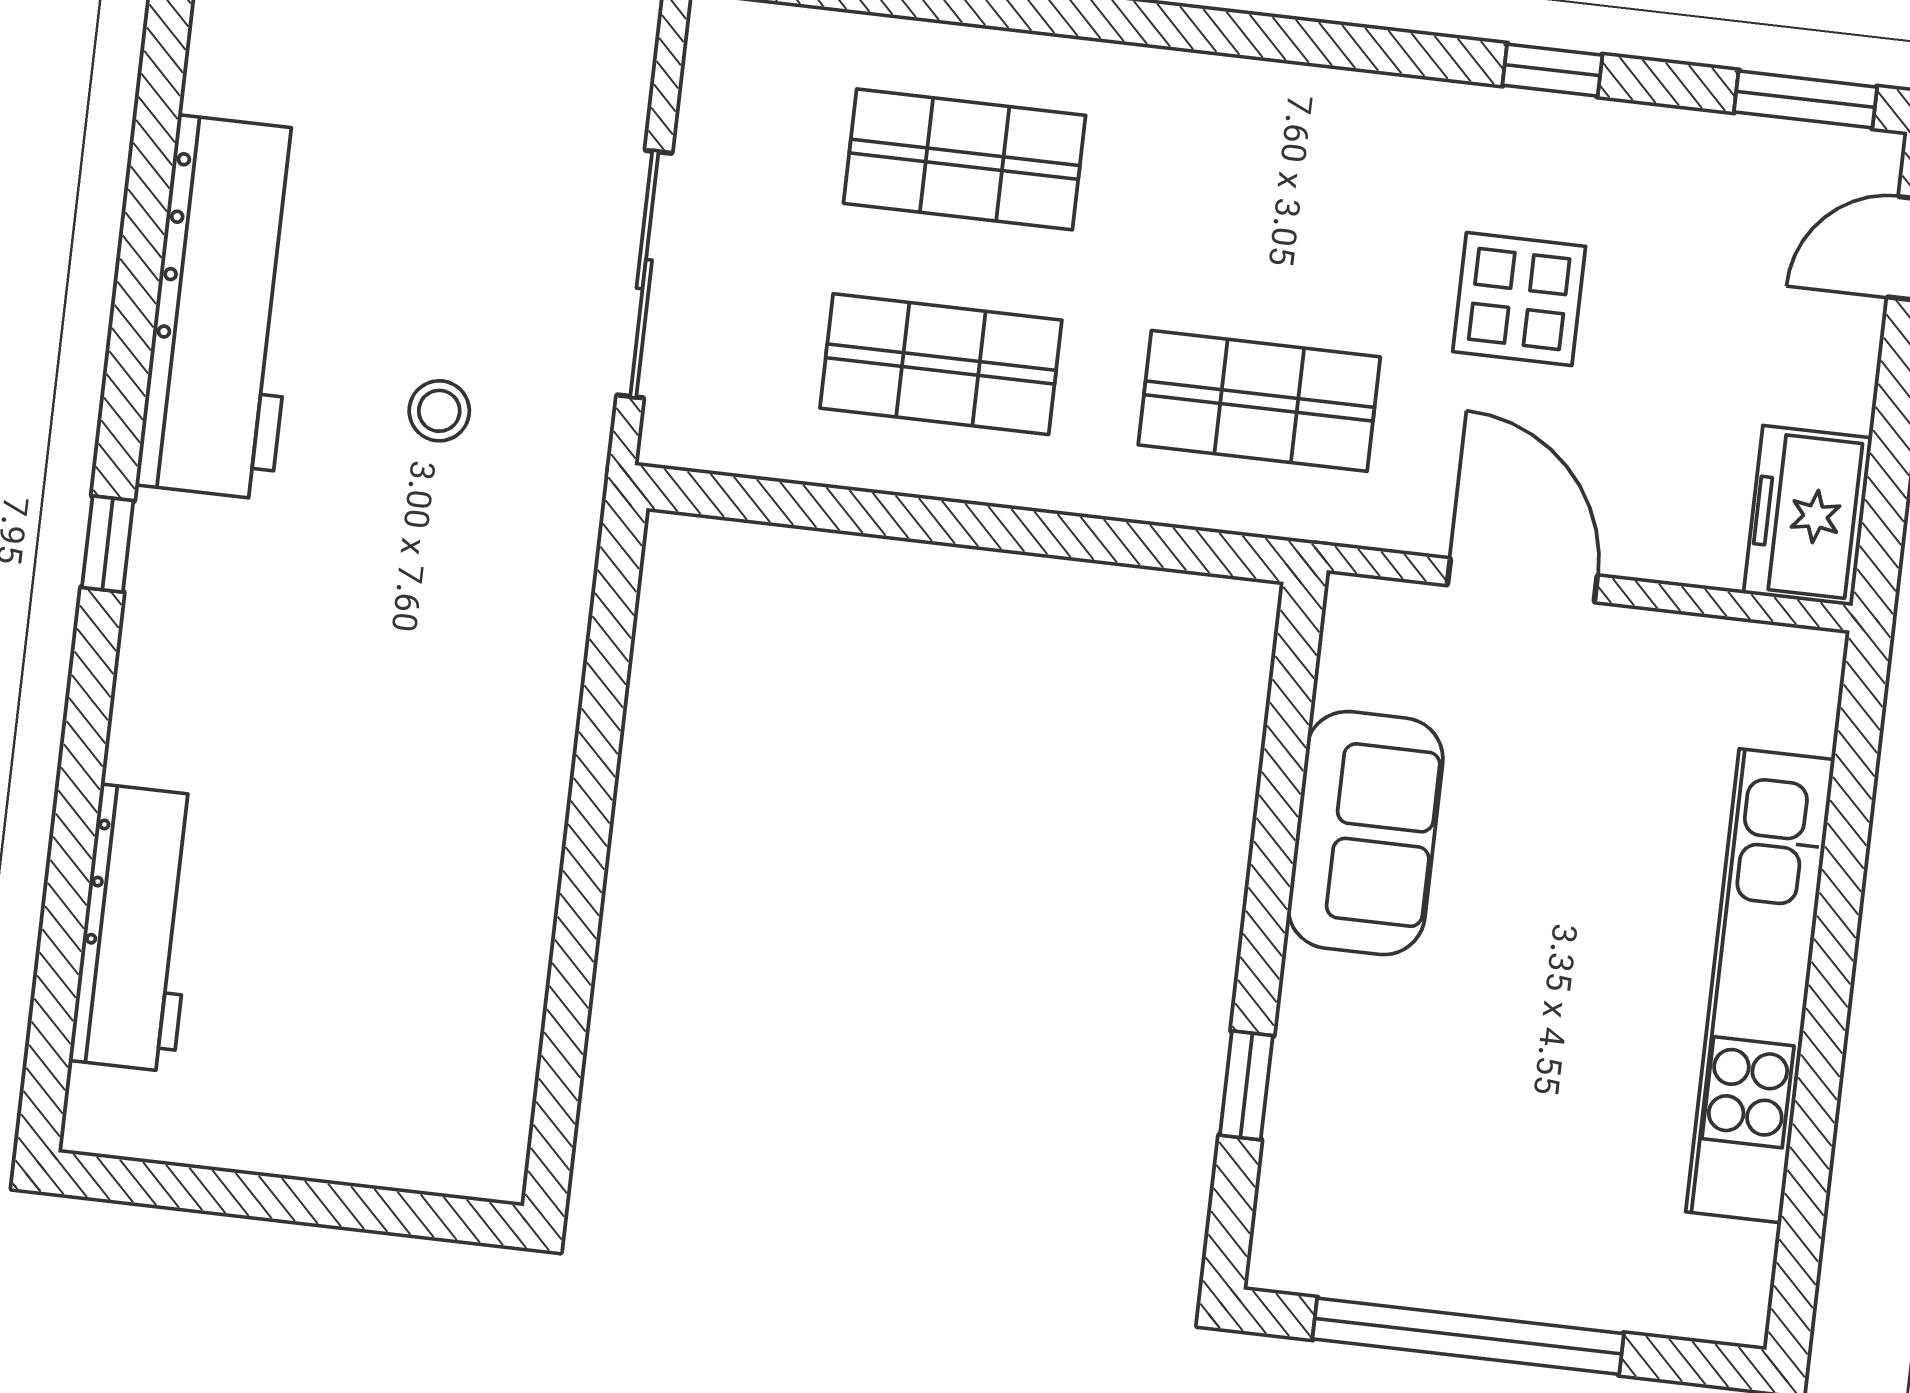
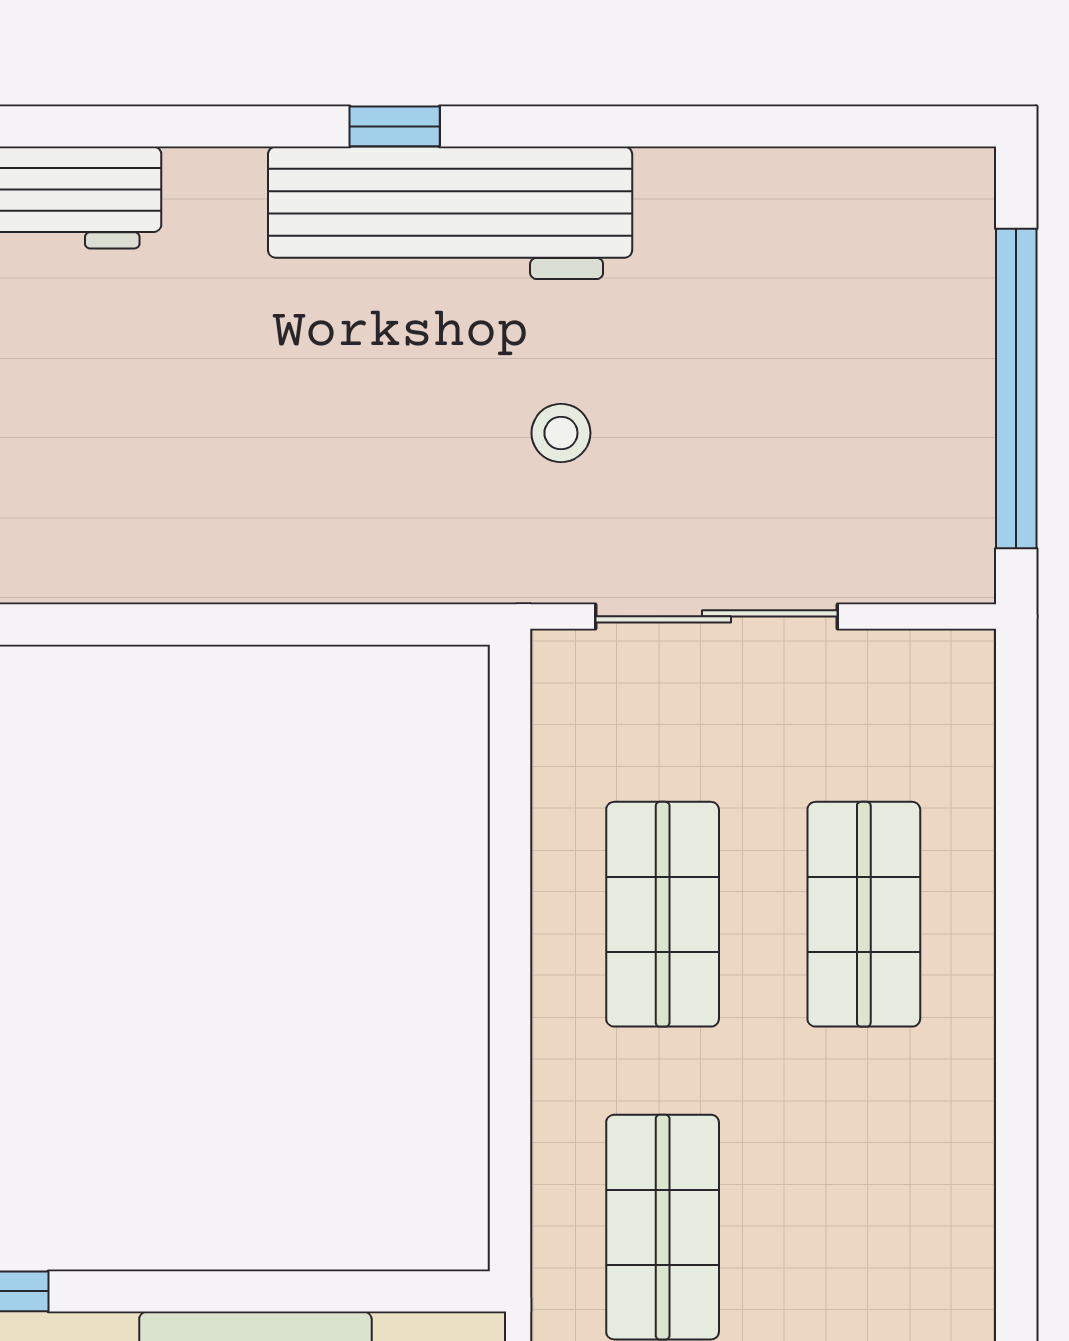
workbench: (224, 308) -> (450, 213), moved

